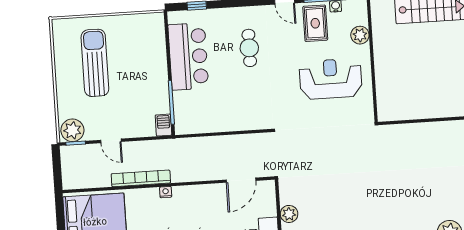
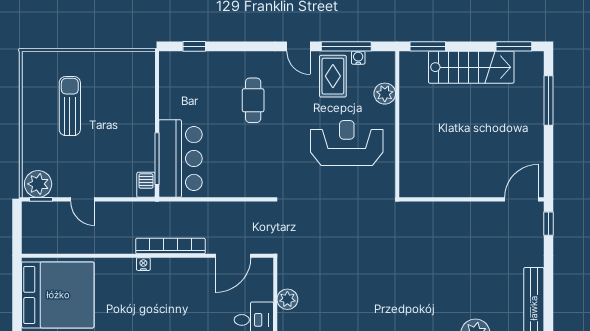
bar counter: (188, 56) -> (180, 159), moved
sun lounger: (95, 63) -> (70, 106), width x0.73, depth x0.75
bookcase: (141, 178) -> (170, 246), moved

